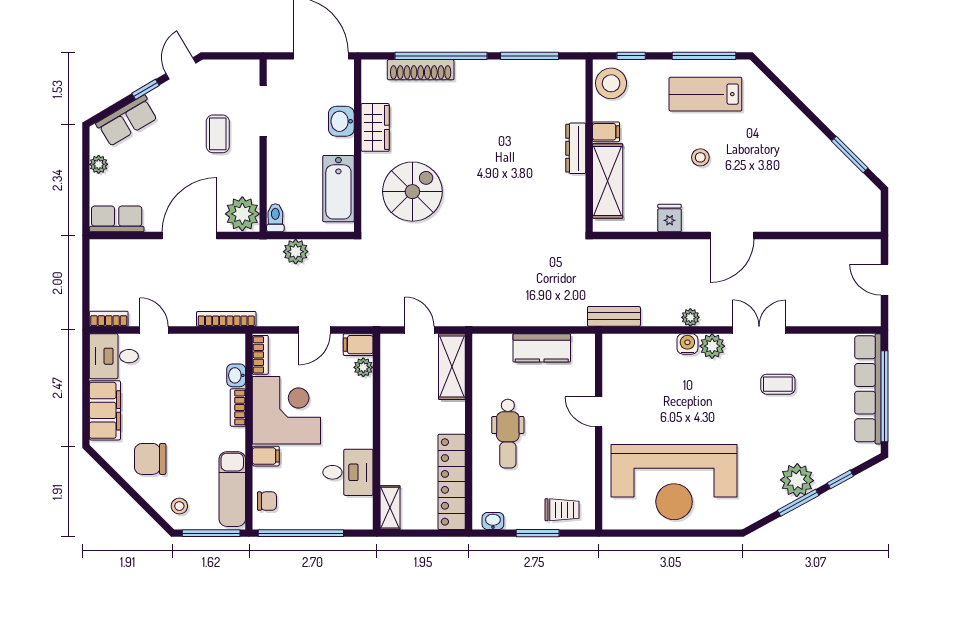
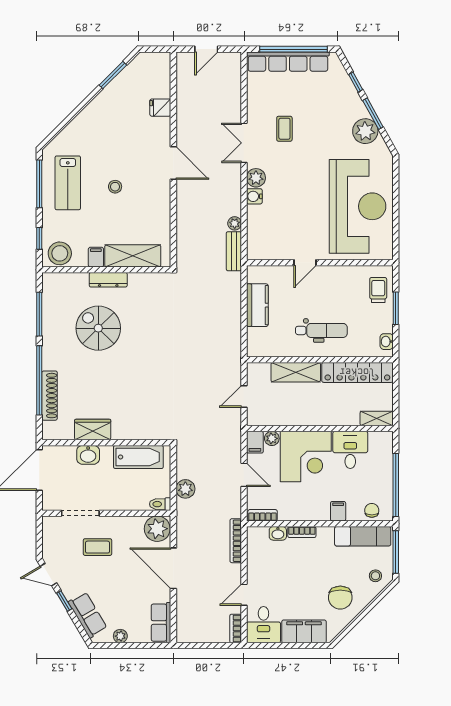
spiral stairs: (412, 192) -> (98, 328), moved
fridge: (670, 218) -> (160, 108), moved
plant: (690, 317) -> (235, 223), moved
shelving: (452, 367) -> (296, 372), moved
corner desk: (286, 410) -> (306, 456), moved, turned 180
plant: (797, 480) -> (365, 131), moved

